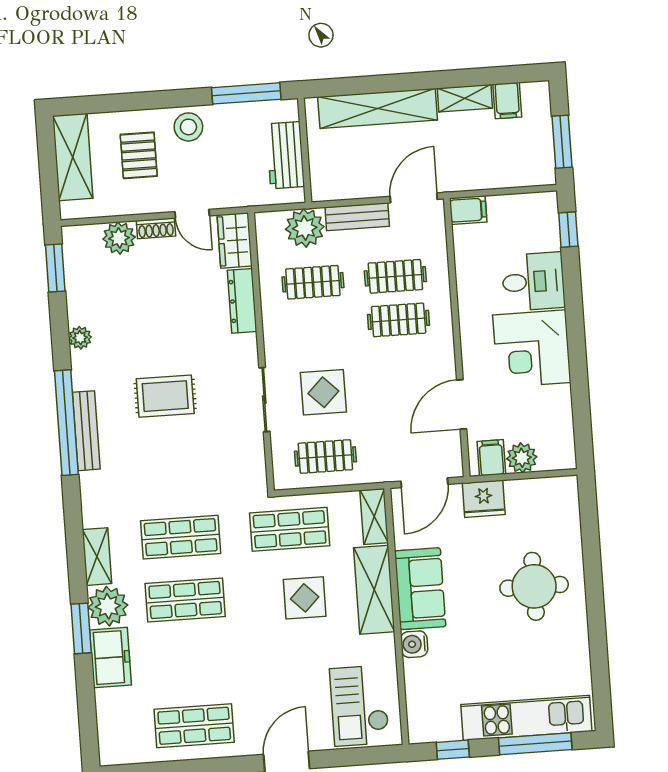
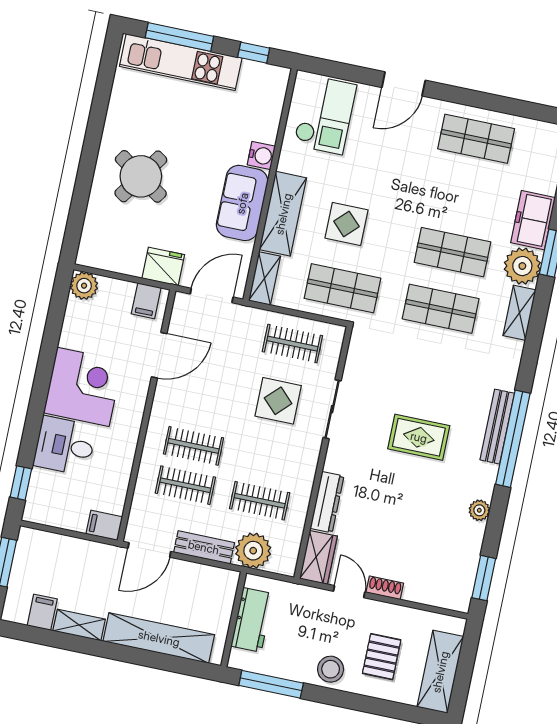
plant: (119, 238) -> (420, 588), removed
plant: (522, 458) -> (84, 286), moved
round table: (534, 586) -> (141, 176), turned 34

